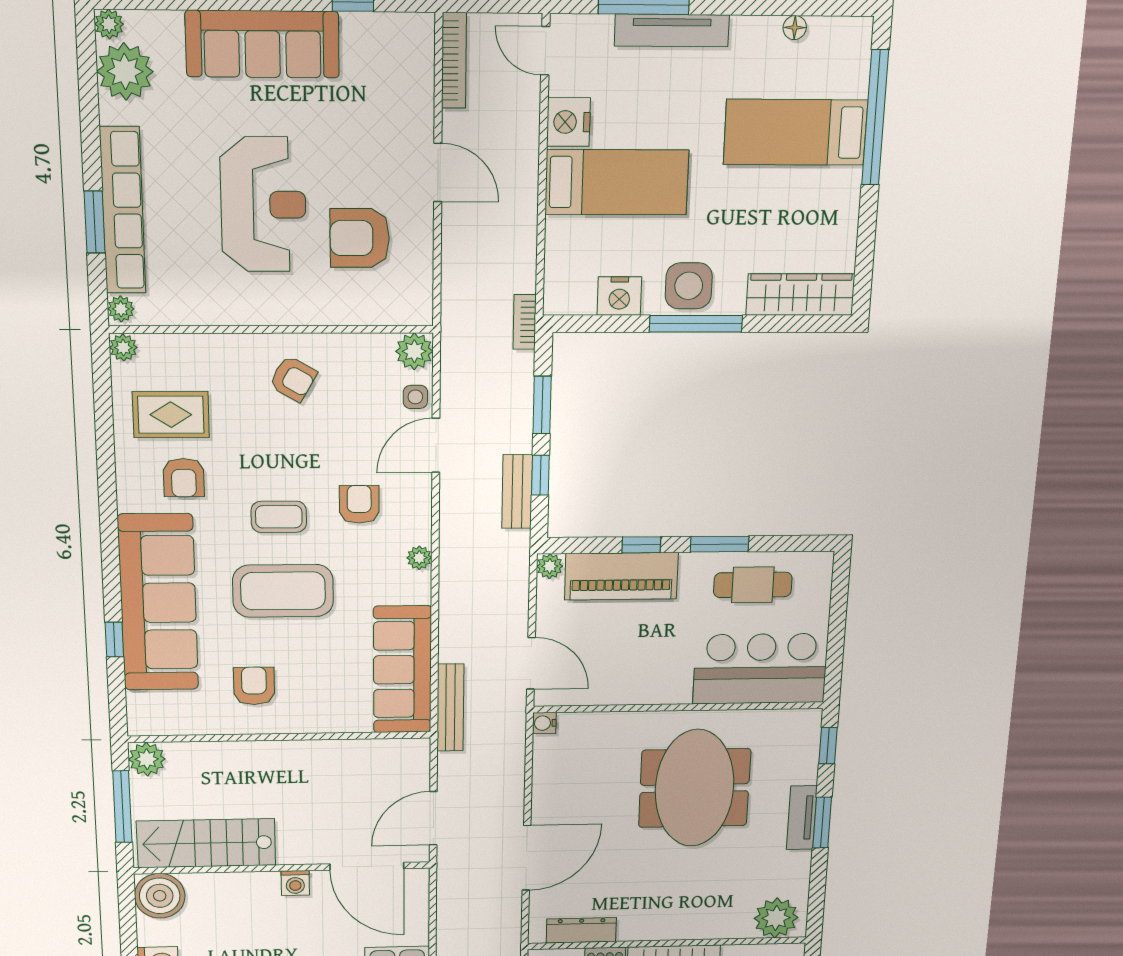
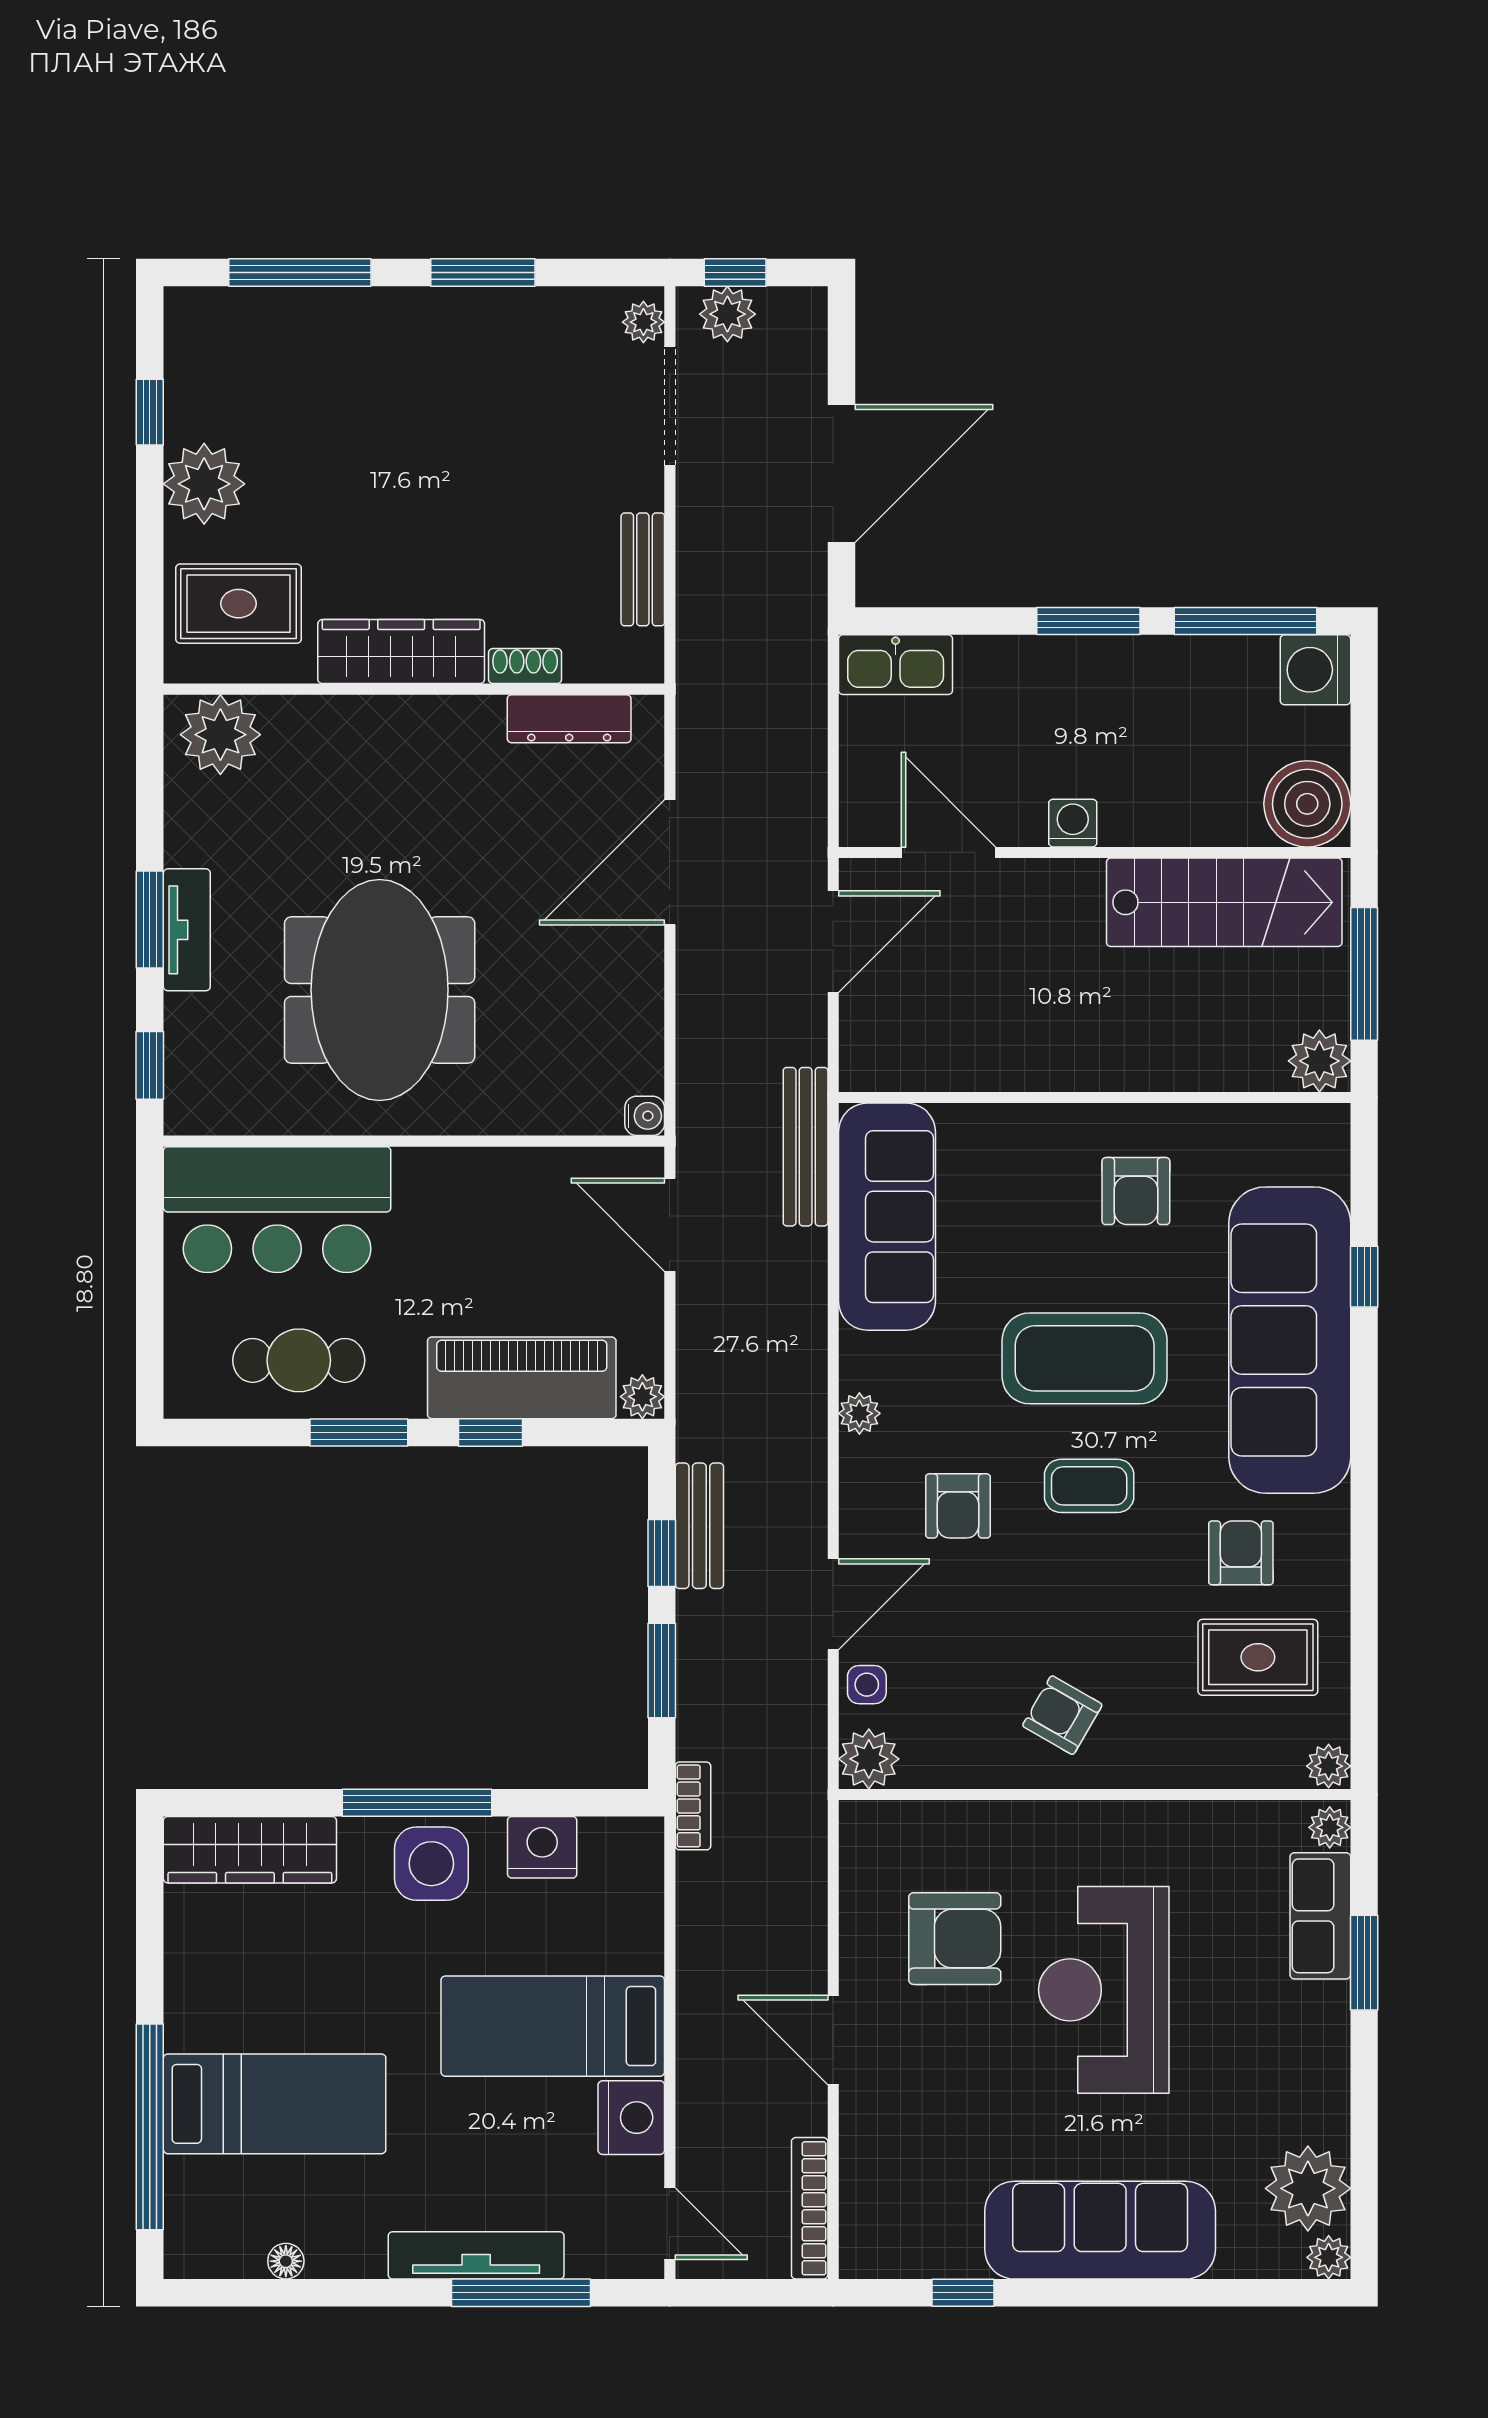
row of seats: (123, 211) -> (1320, 1916), width x0.50
door: (367, 866) -> (948, 852), width x0.73

